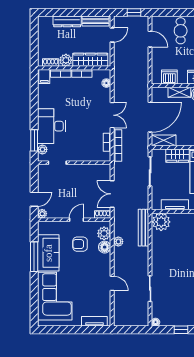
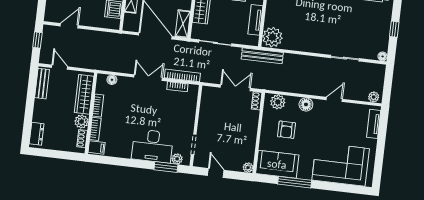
dresser: (67, 21) -> (37, 134), moved, width x0.70
double door: (112, 194) -> (235, 88), swing flipped
door: (34, 199) -> (216, 173), moved
door: (76, 220) -> (259, 131), removed
bench: (143, 228) -> (262, 56), moved
plant: (118, 242) -> (374, 97), moved
floor lamp: (105, 247) -> (306, 104), moved
sofa: (48, 253) -> (277, 164), moved

